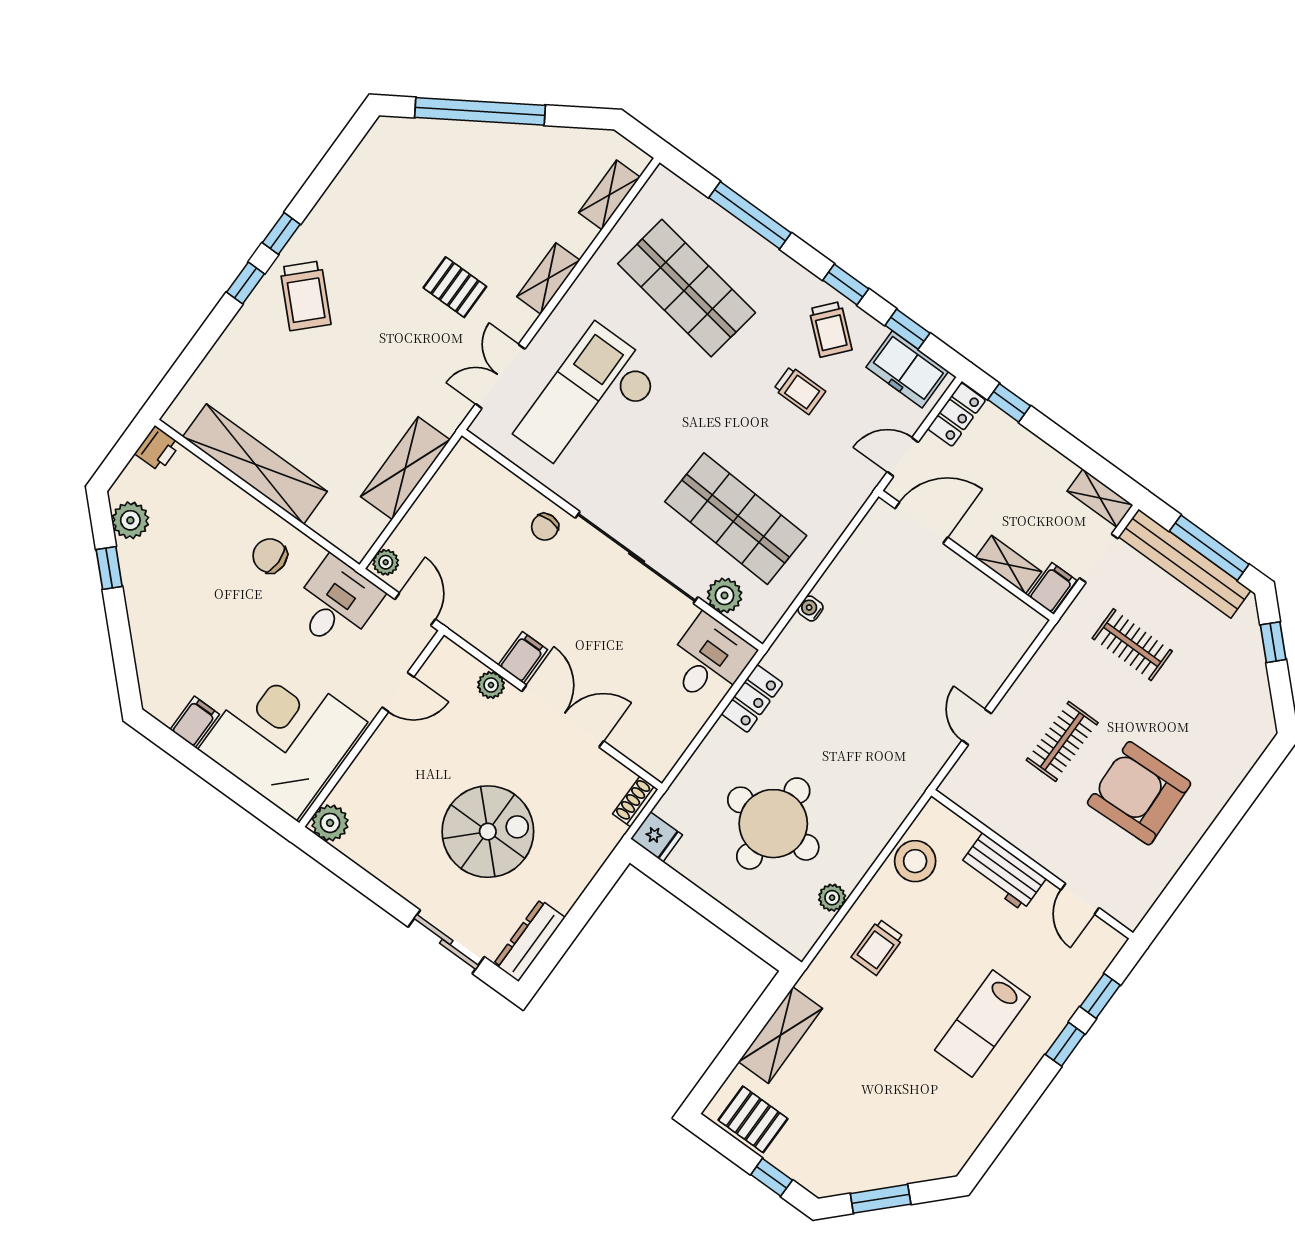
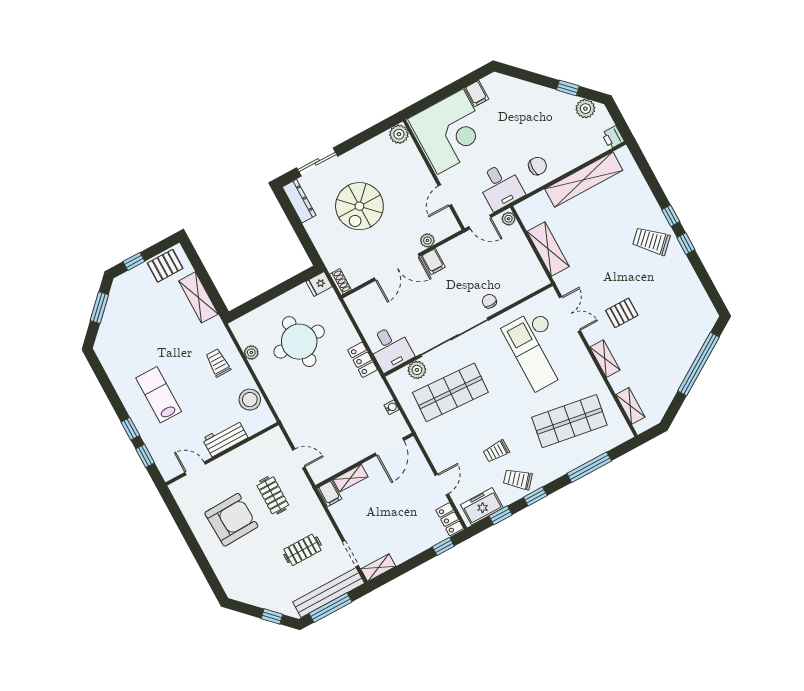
checkout: (589, 403) -> (538, 350), turned 180
door: (921, 523) -> (390, 447), moved
wall: (966, 555) -> (364, 460), moved
shelving: (1009, 565) -> (350, 478), moved
filing cabinet: (1052, 588) -> (330, 493), moved

